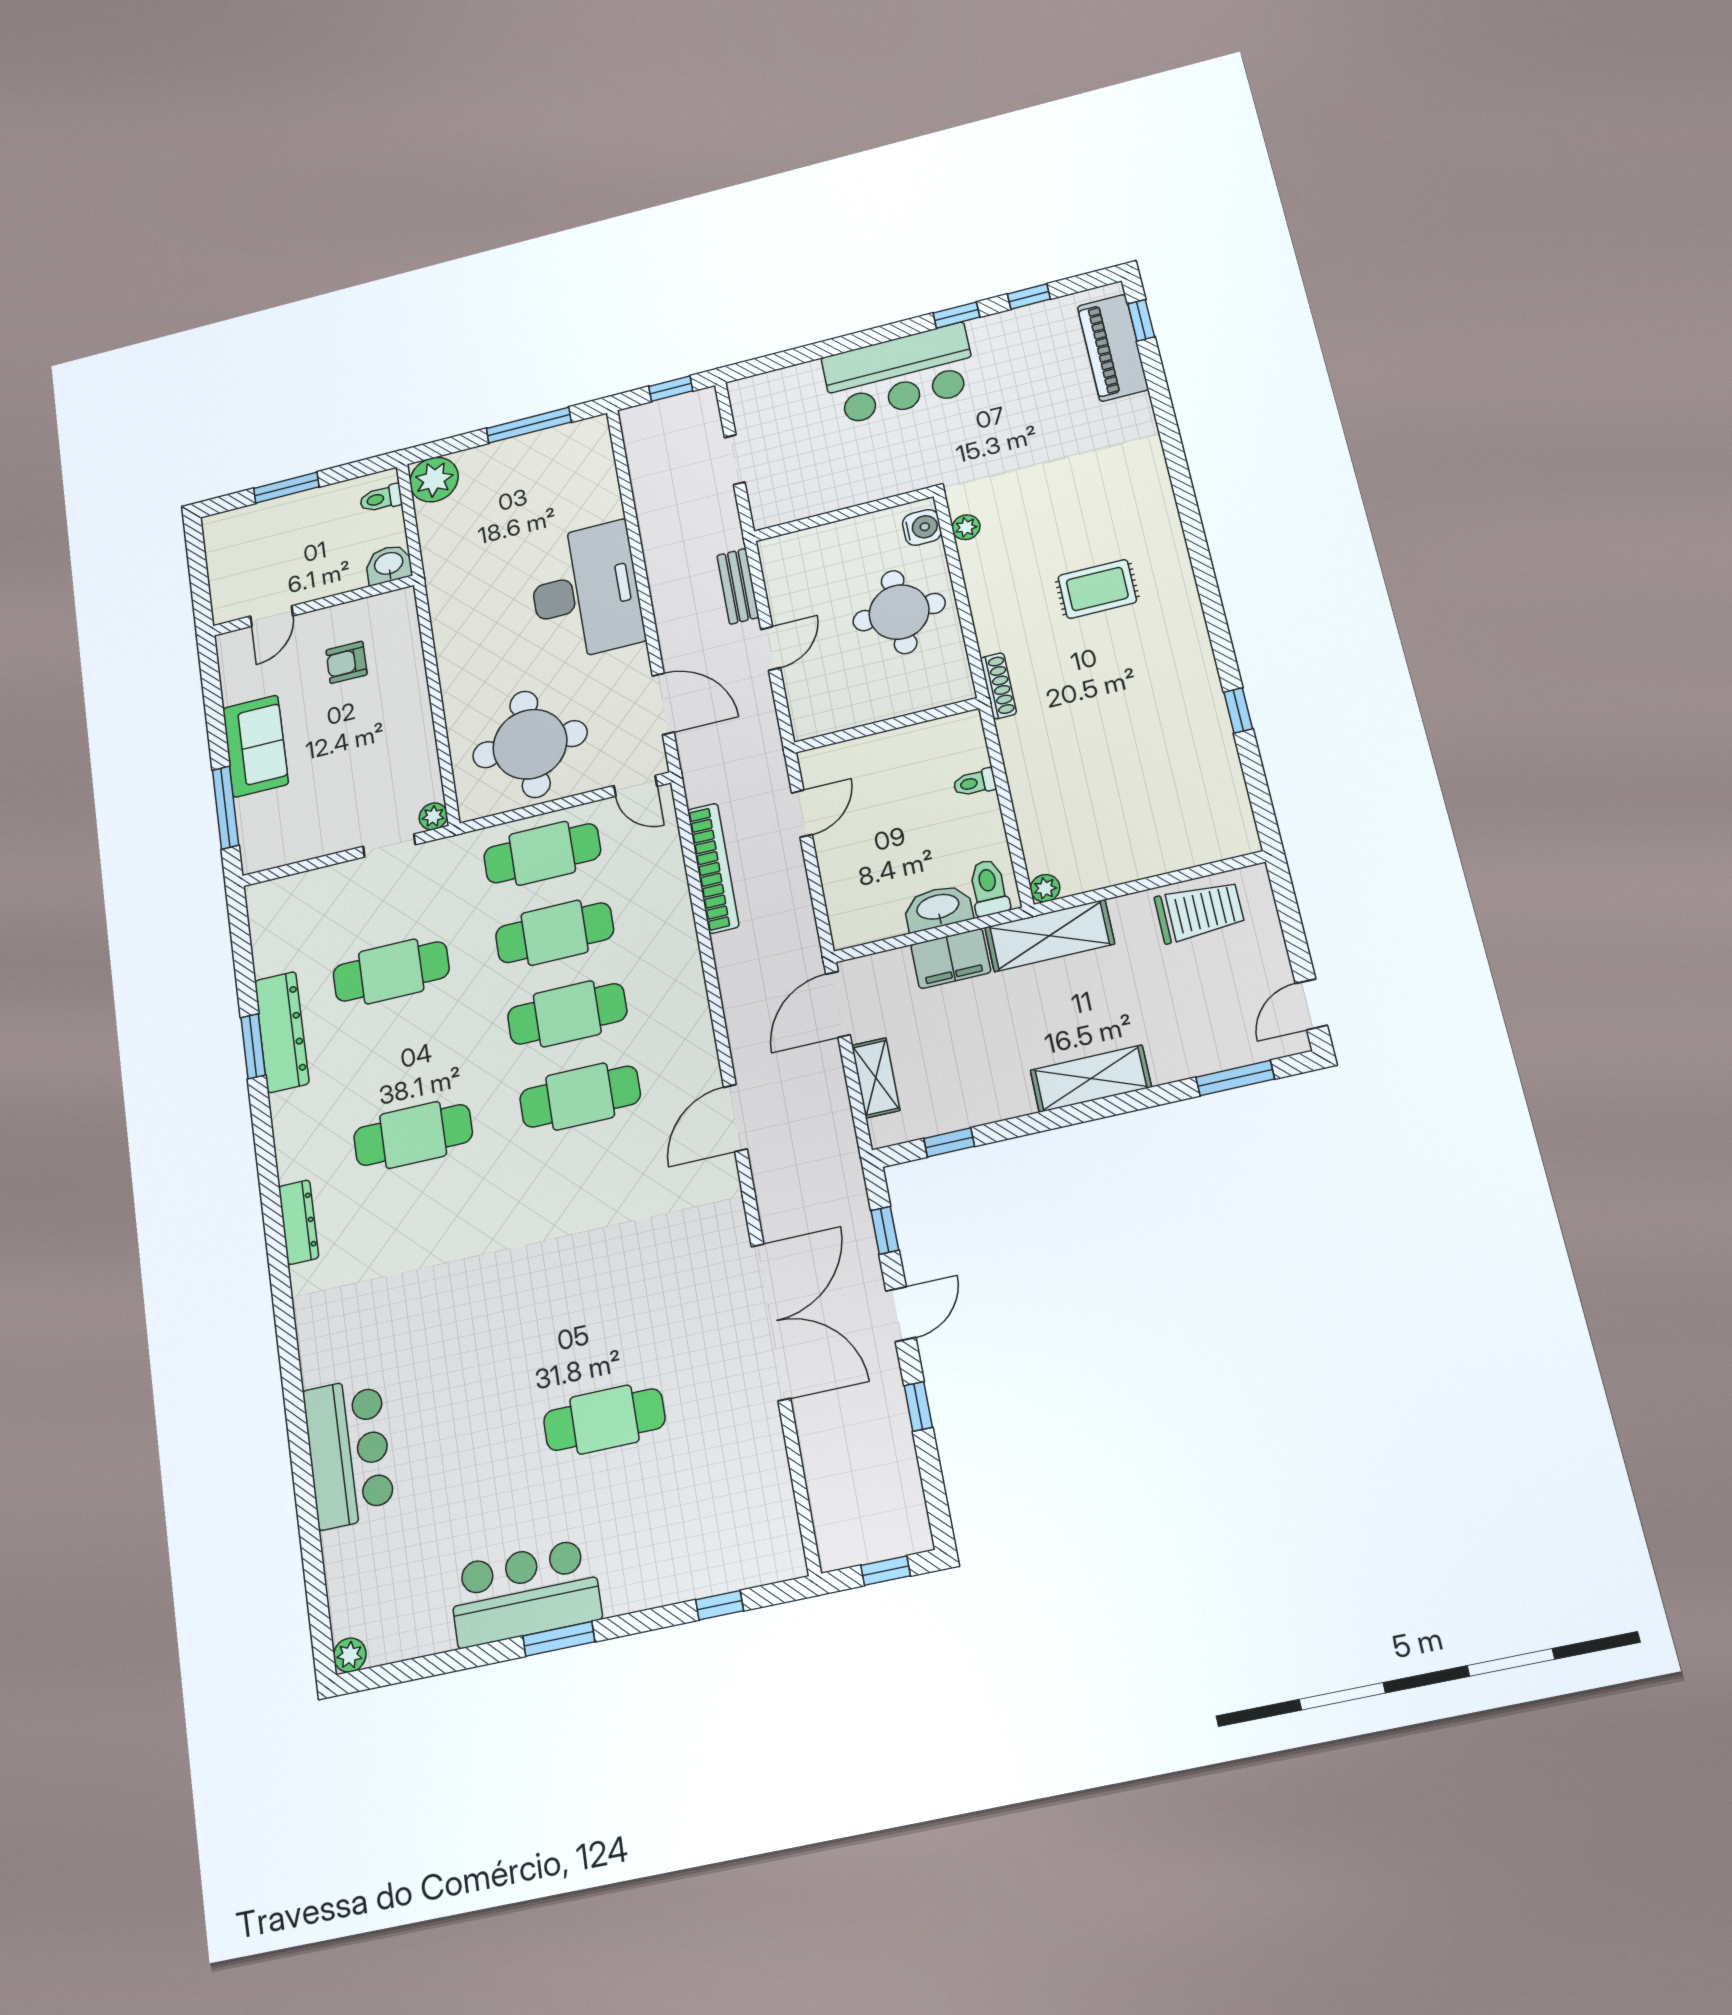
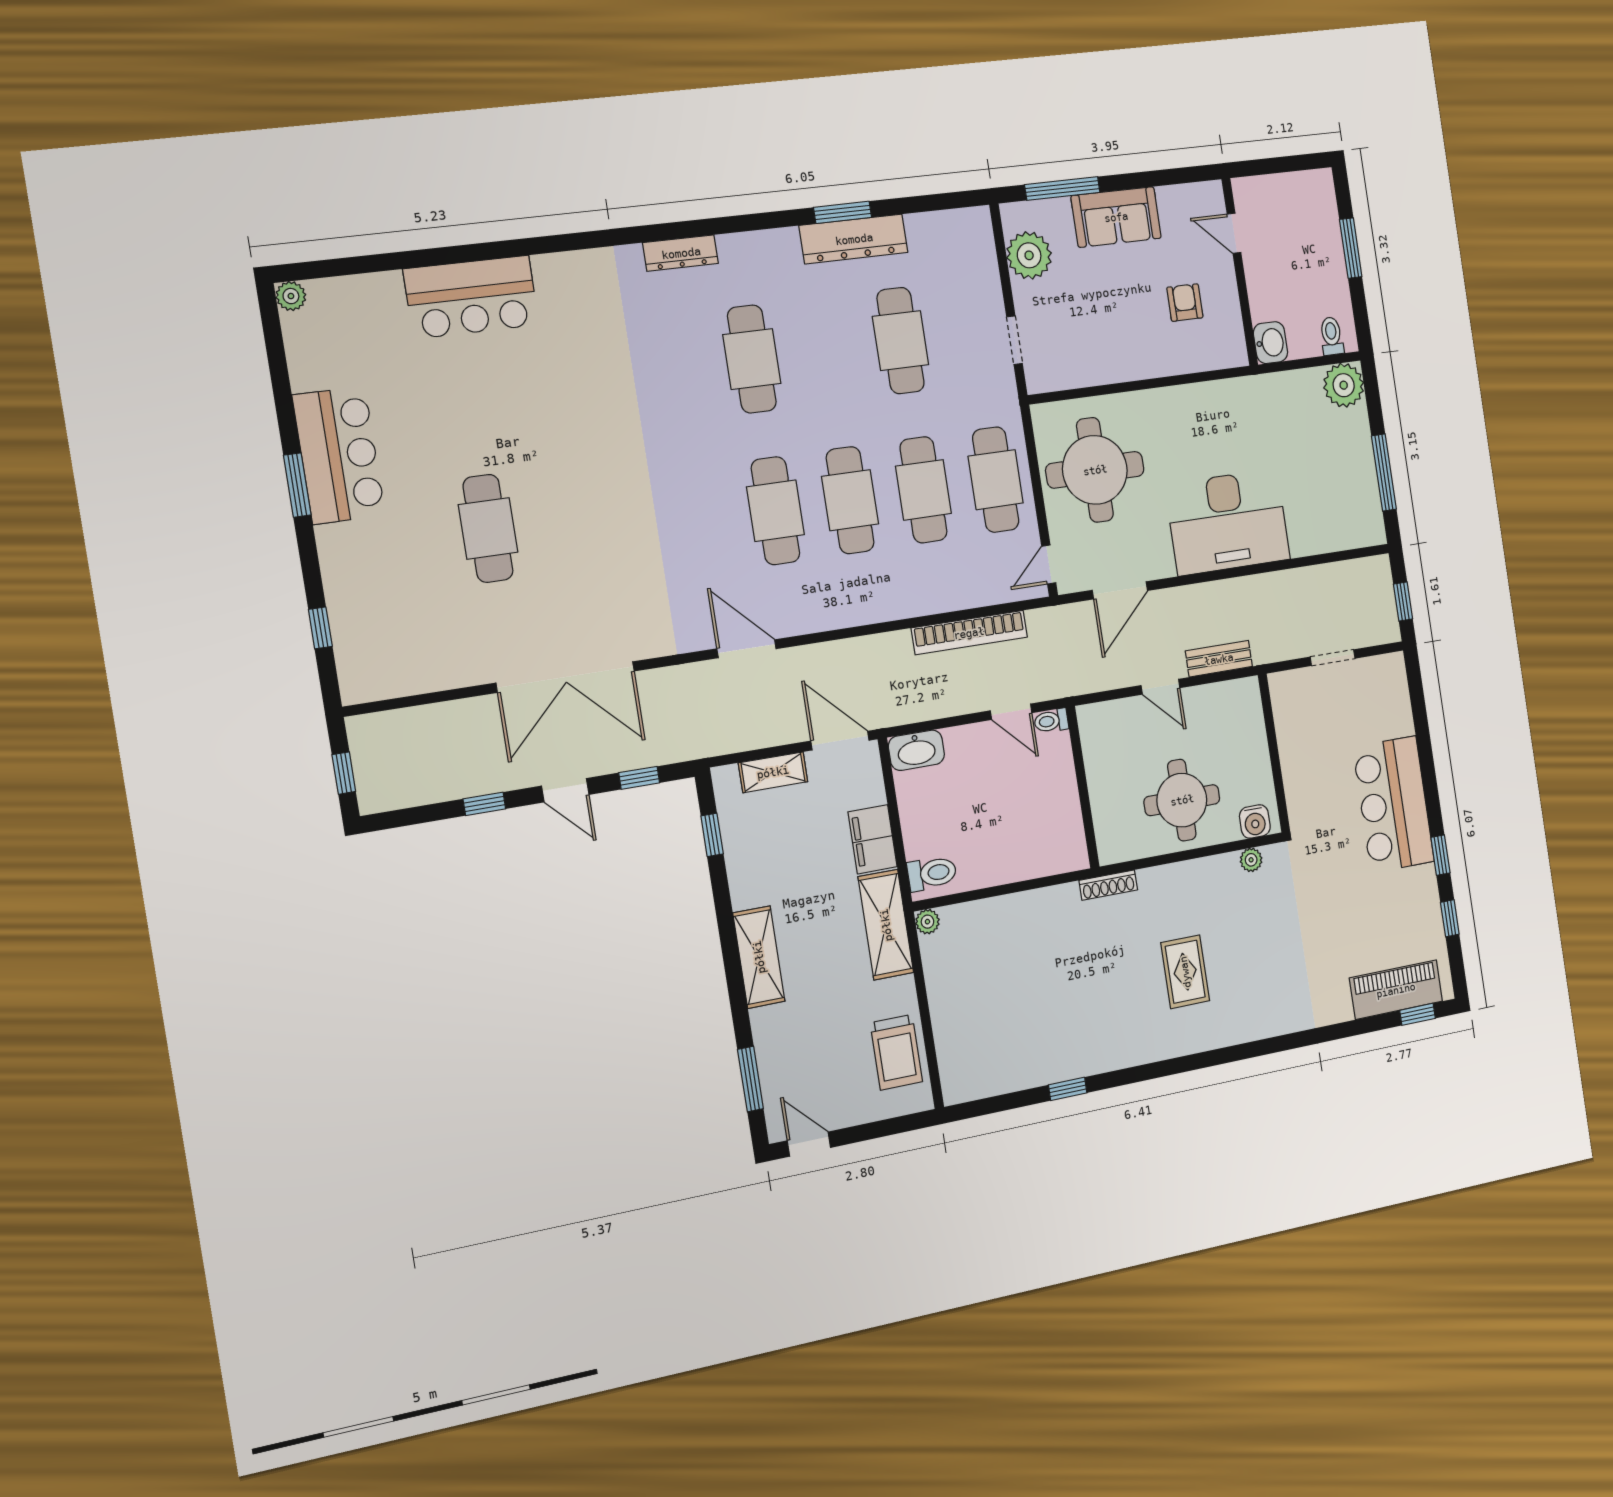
toilet: (975, 783) -> (1051, 721), moved, turned -90
plant: (433, 816) -> (1029, 255), moved, width x1.87, depth x1.87
washbasin: (938, 908) -> (916, 750), moved, turned 90

